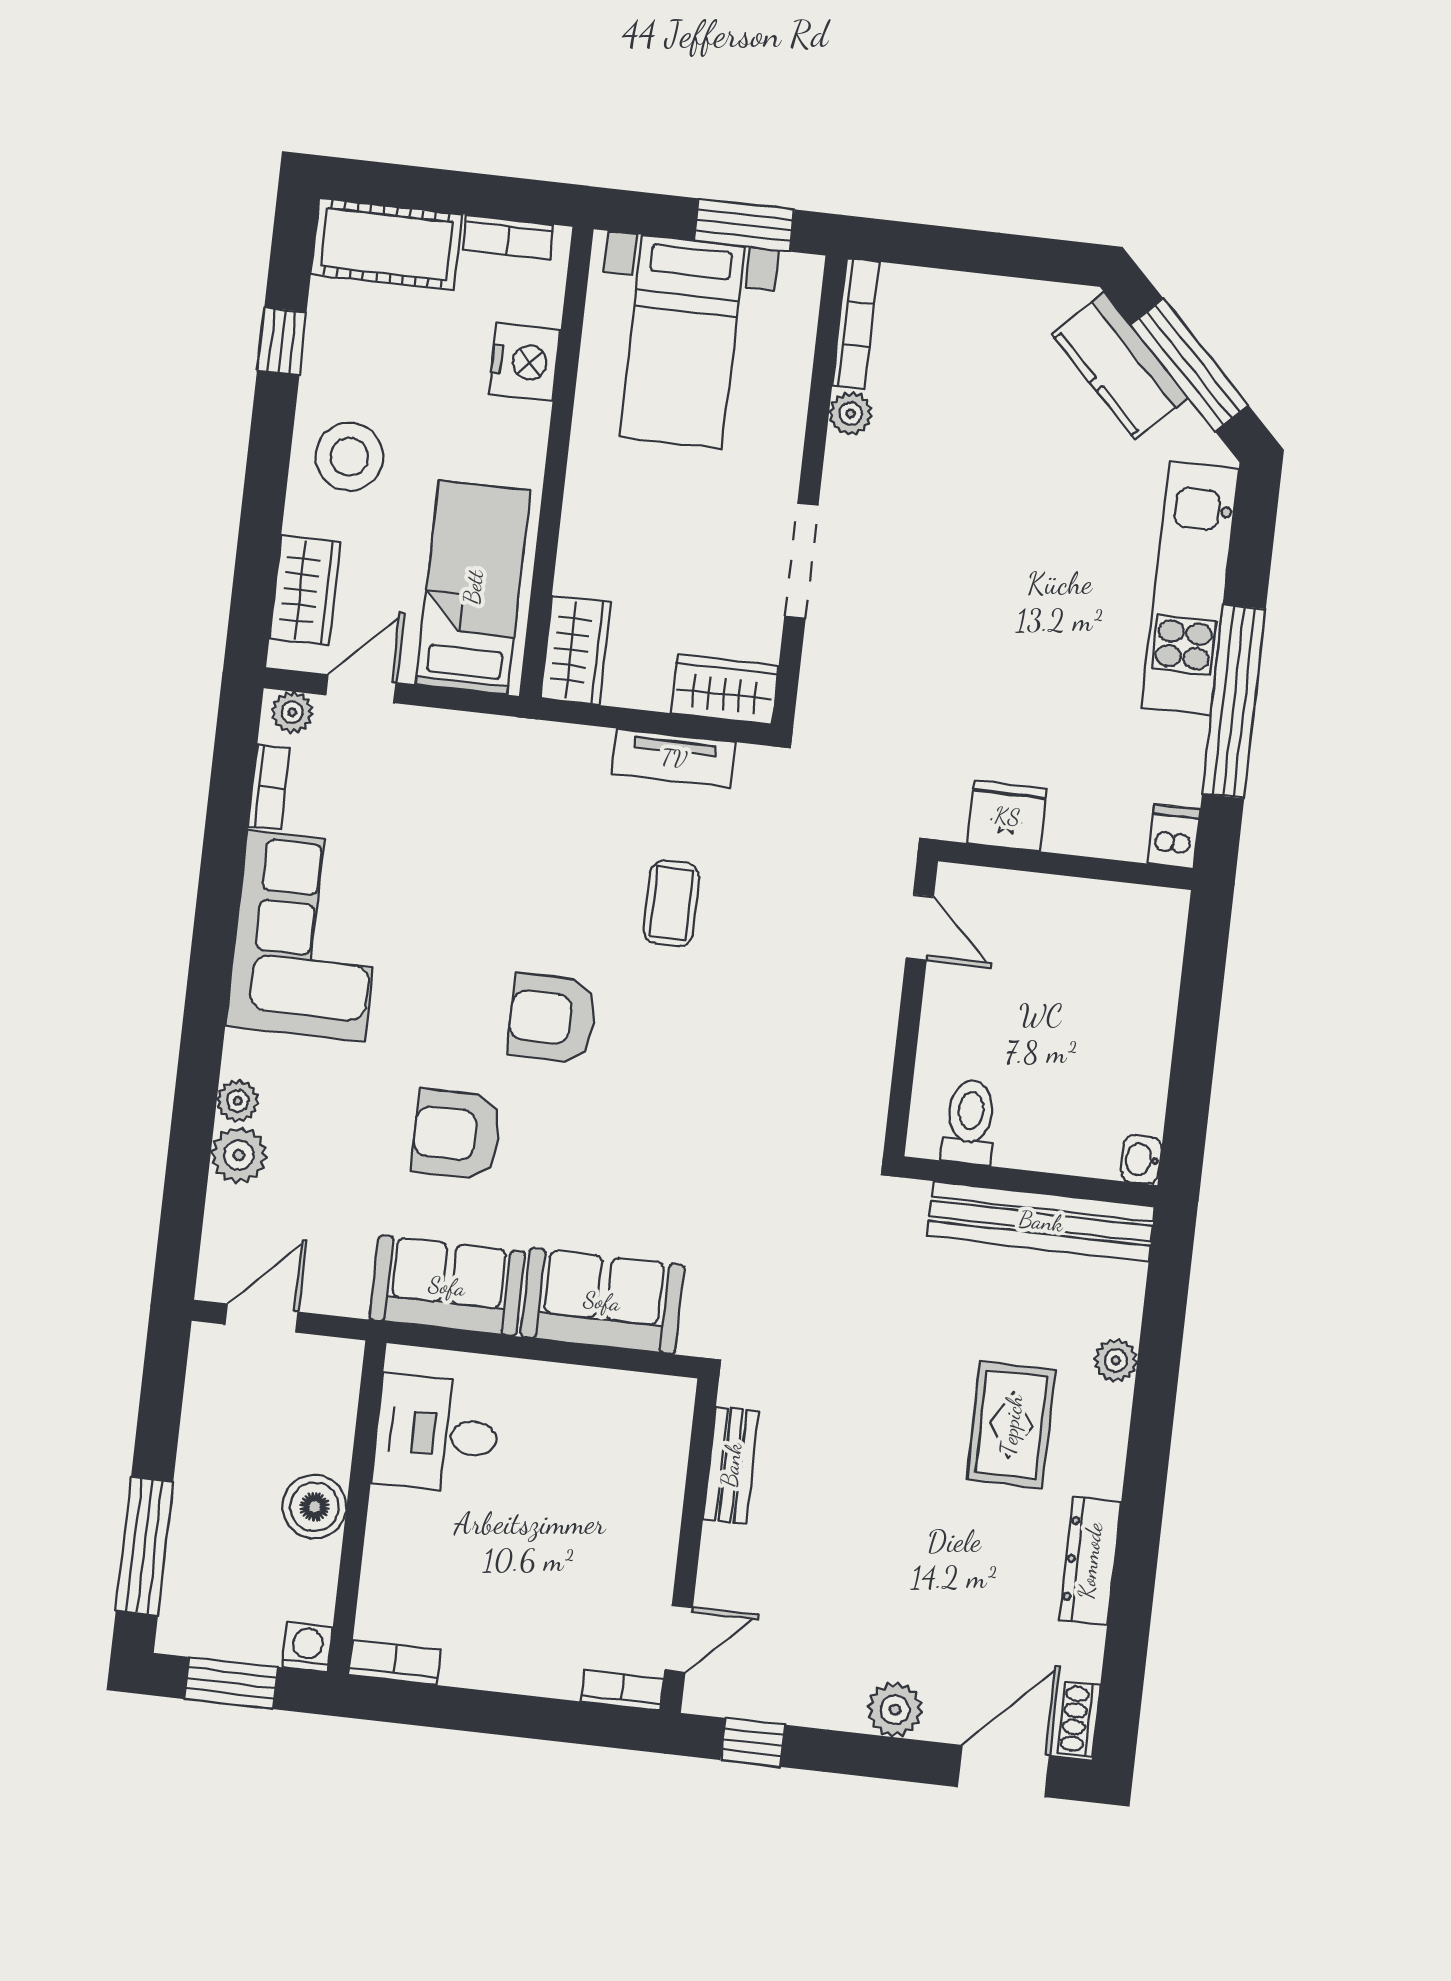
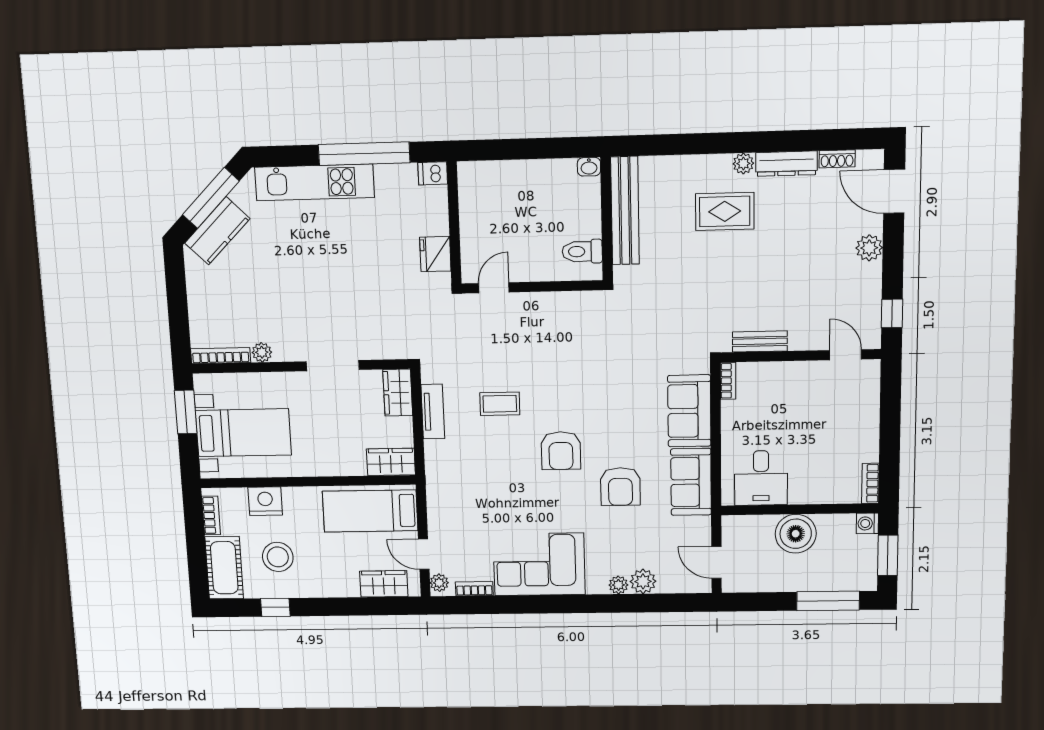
stool: (349, 457) -> (278, 557), moved
plant: (1116, 1360) -> (743, 163), moved
boiler: (314, 1507) -> (796, 534), width x1.37, depth x1.37
bookcase: (622, 1690) -> (728, 381), moved, turned 180
shoe rack: (1079, 1719) -> (837, 159), moved

